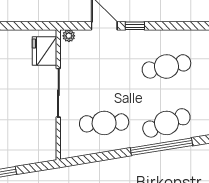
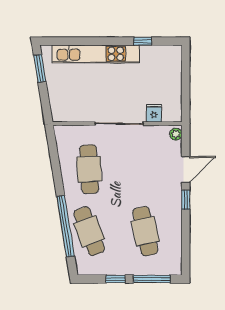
fridge: (45, 51) -> (154, 113), width x0.53, depth x0.75

